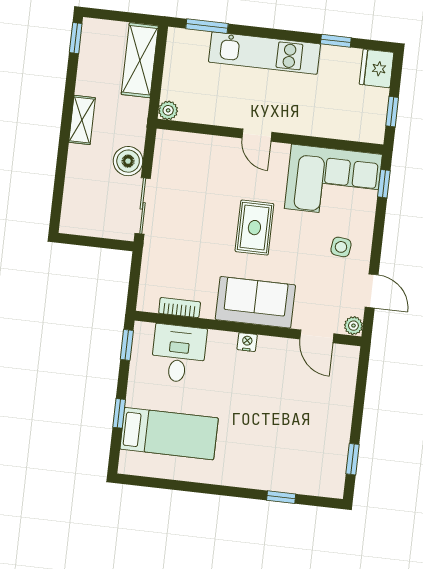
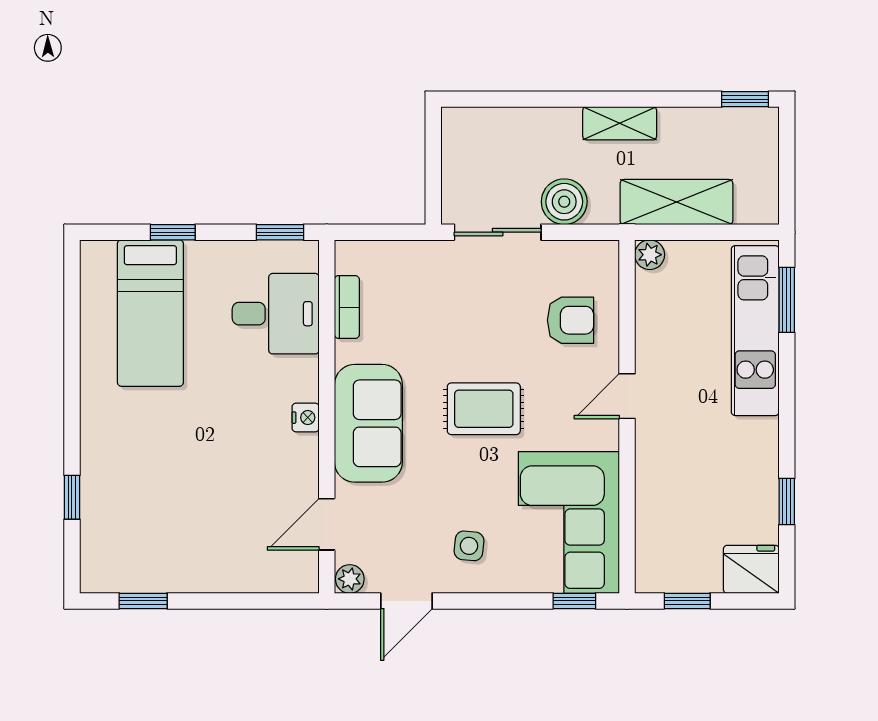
kitchen unit: (265, 53) -> (755, 331), moved
shelving: (140, 60) -> (676, 202), moved
armchair: (204, 166) -> (571, 320), added

